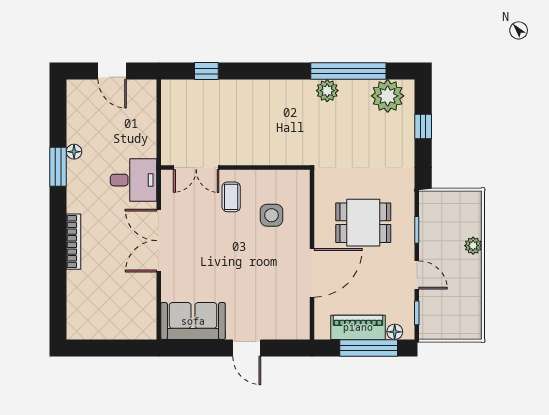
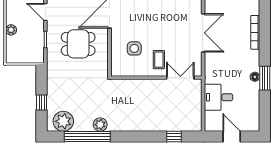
floor lamp: (74, 152) -> (255, 77), moved
desk: (134, 180) -> (219, 97), moved

